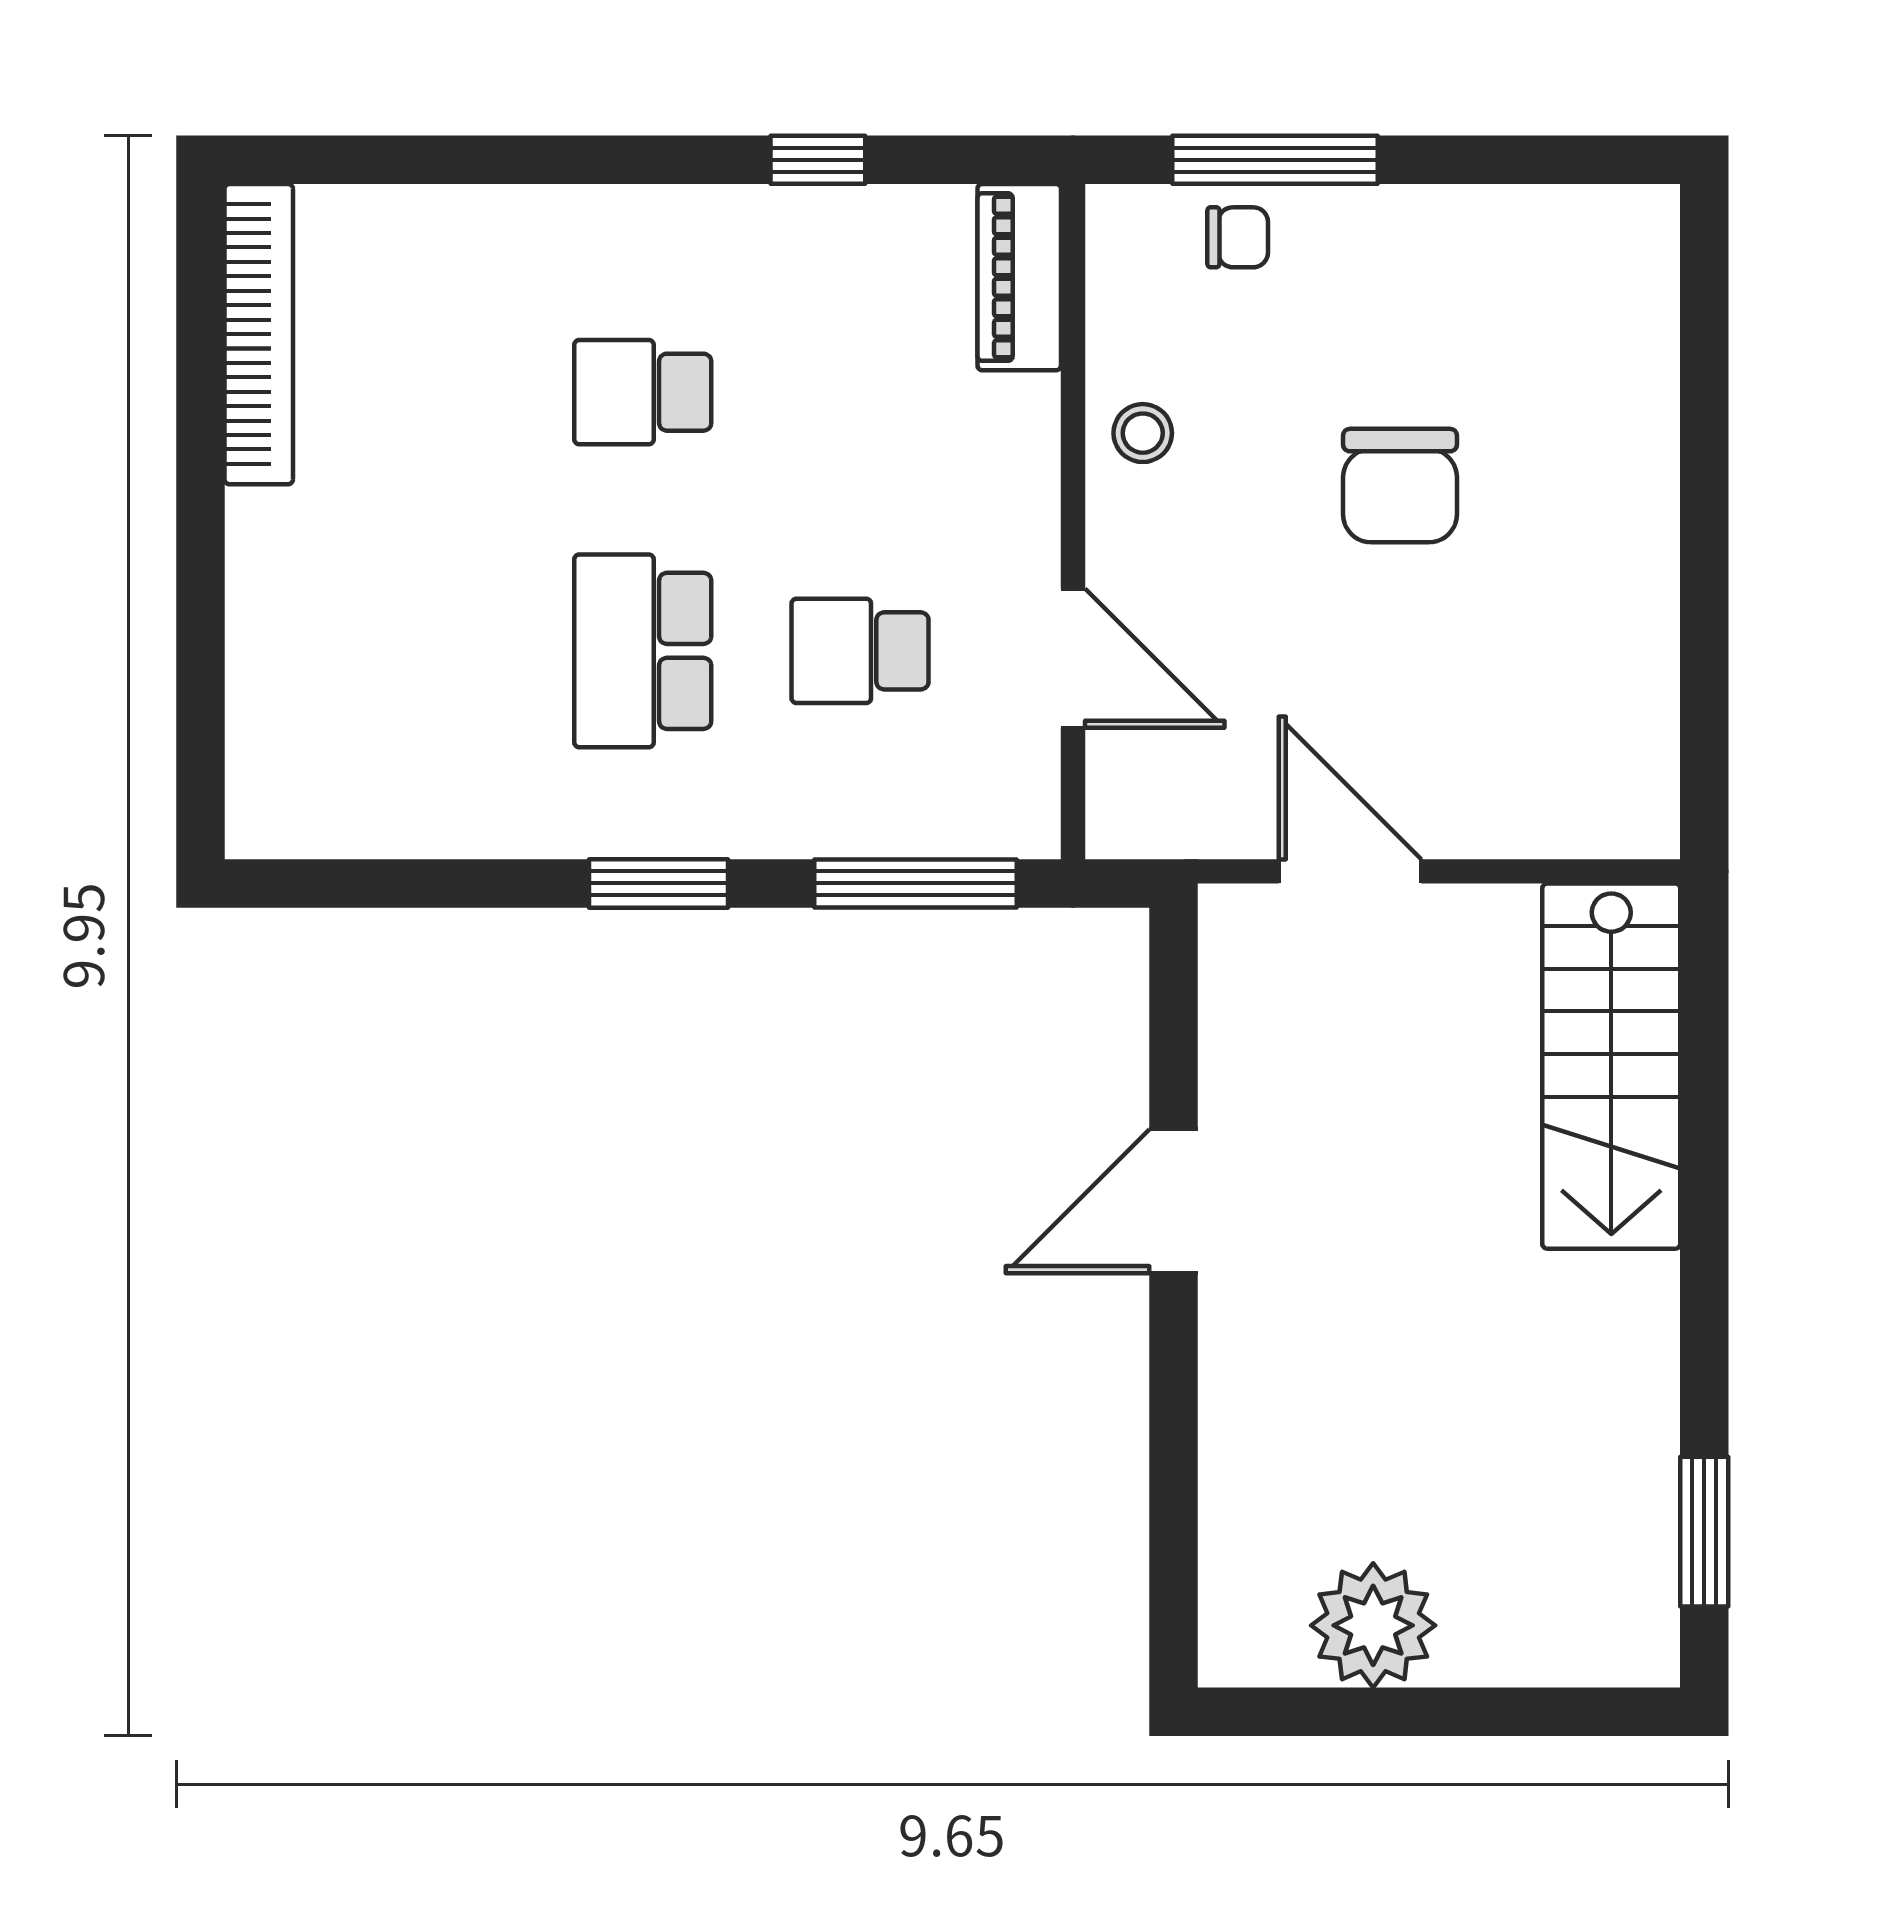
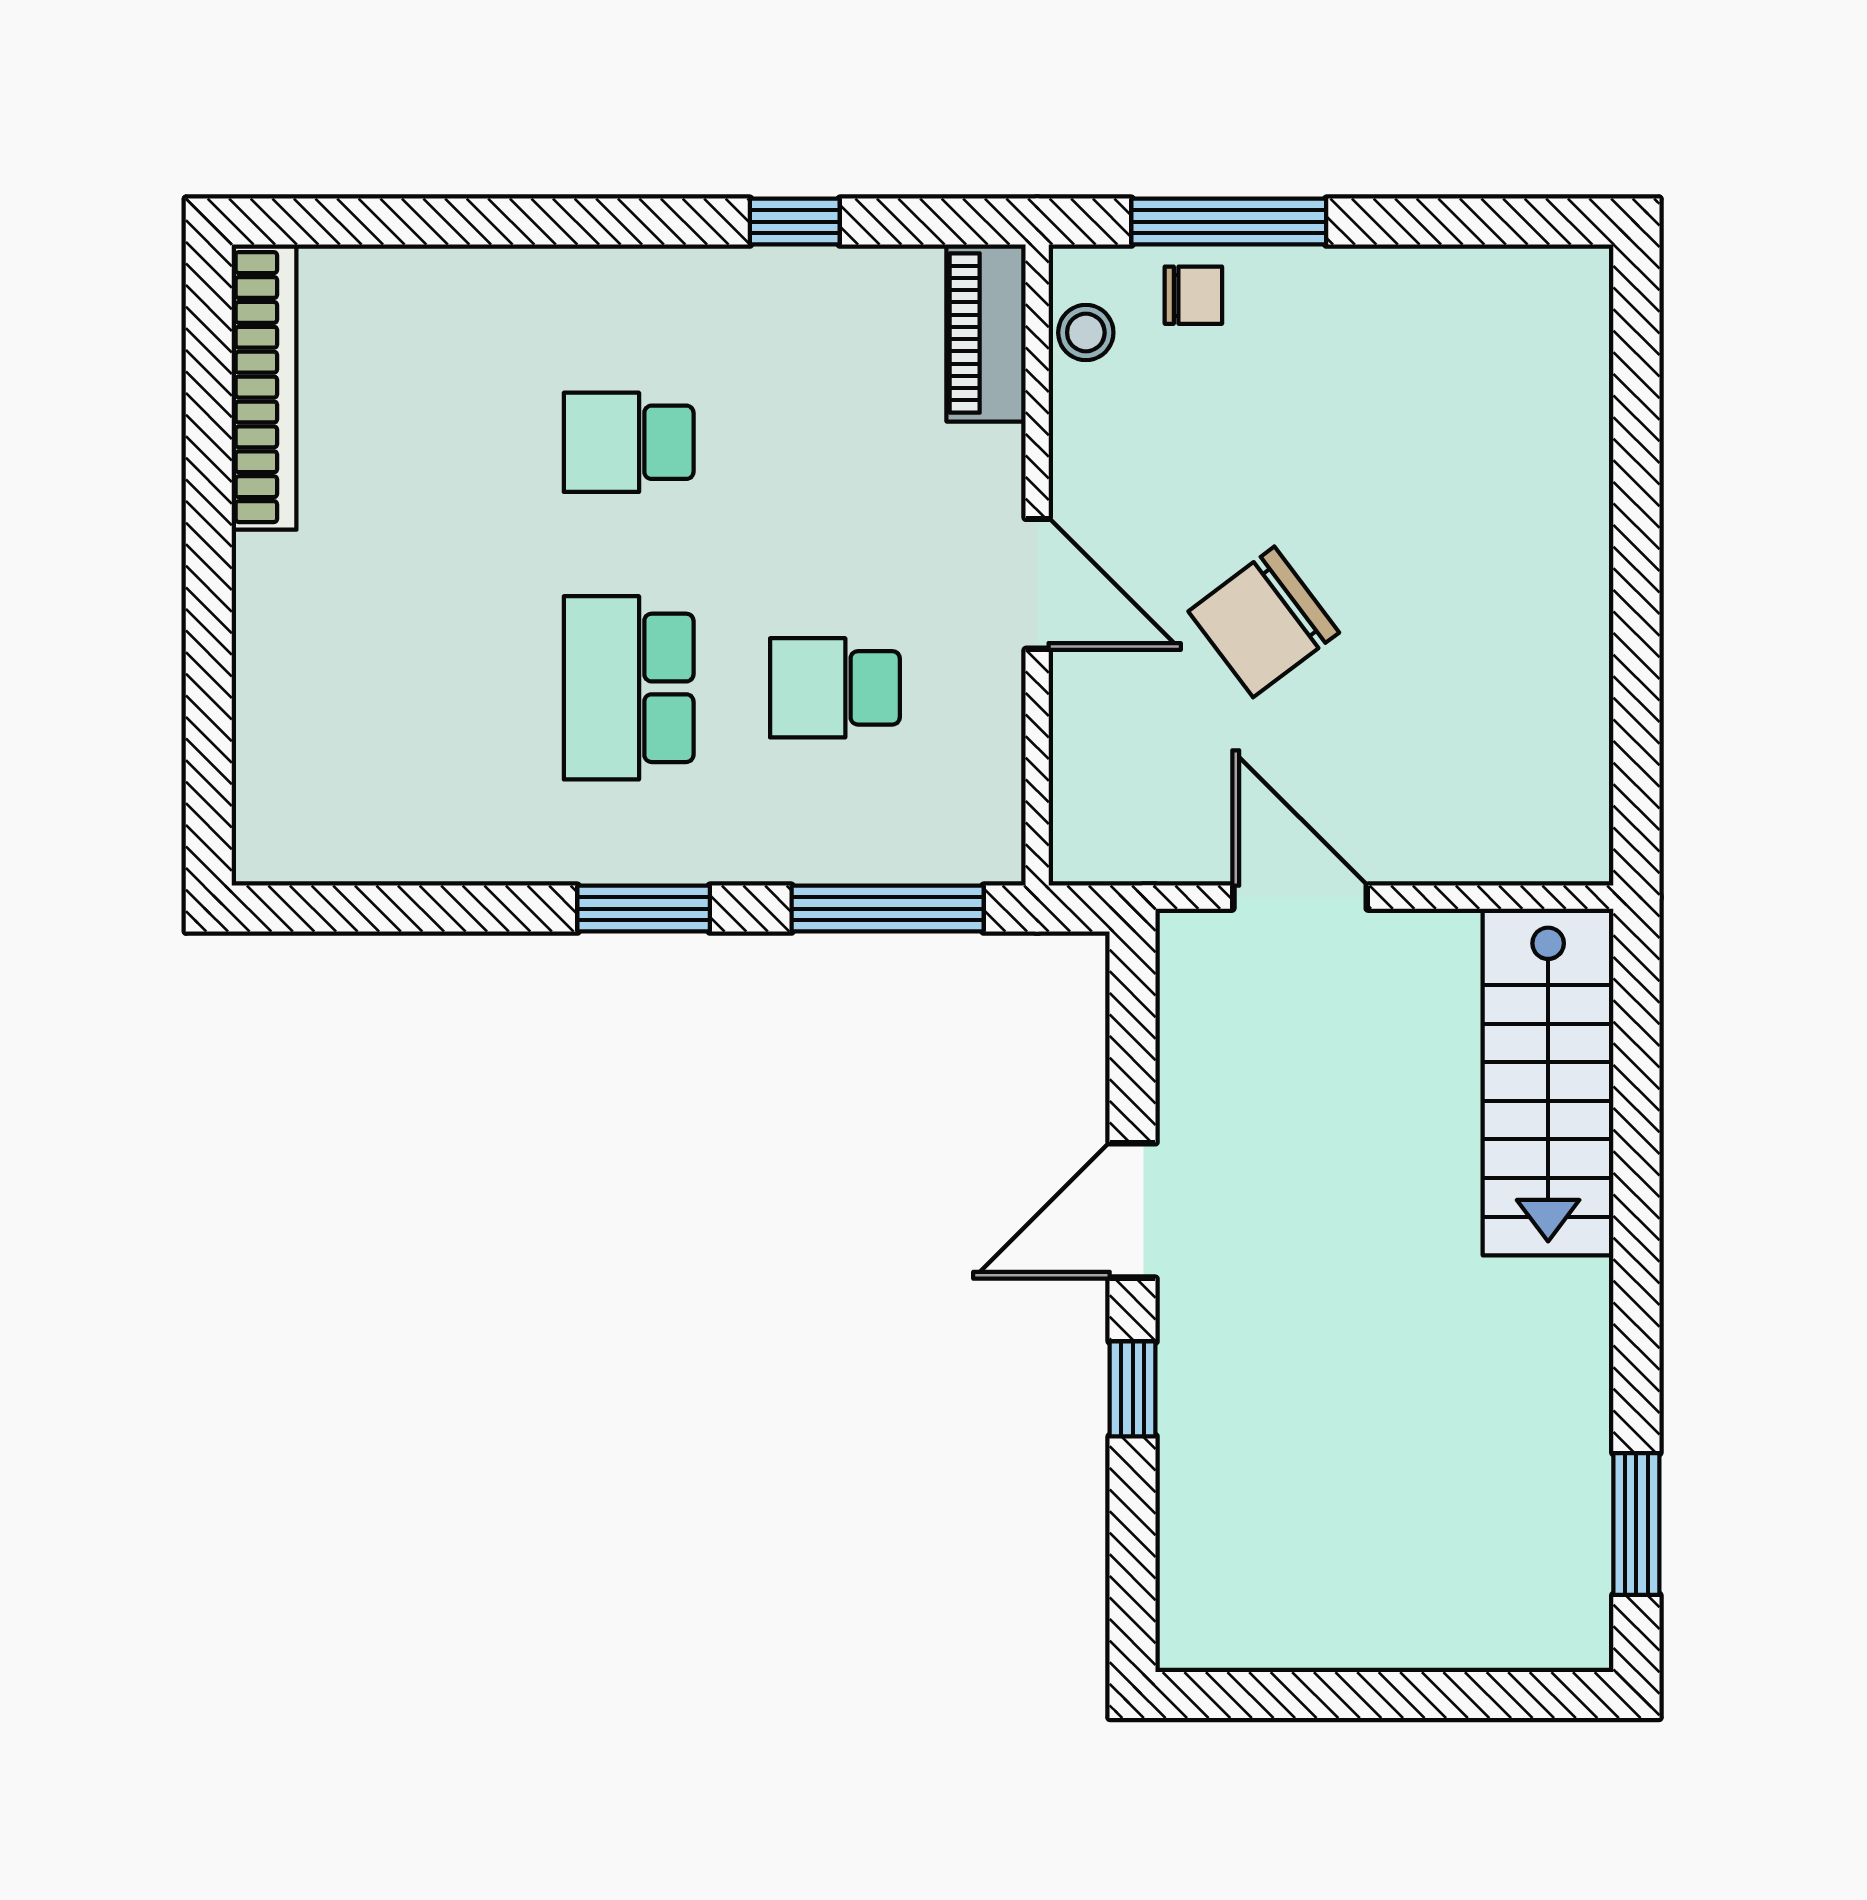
stool: (1143, 433) -> (1086, 333), moved
chair: (1400, 486) -> (1264, 622), moved, turned 53
door: (1073, 658) -> (1037, 584), moved
window: (1174, 1389) -> (1133, 1389), added
plant: (1373, 1625) -> (1322, 1613), removed

